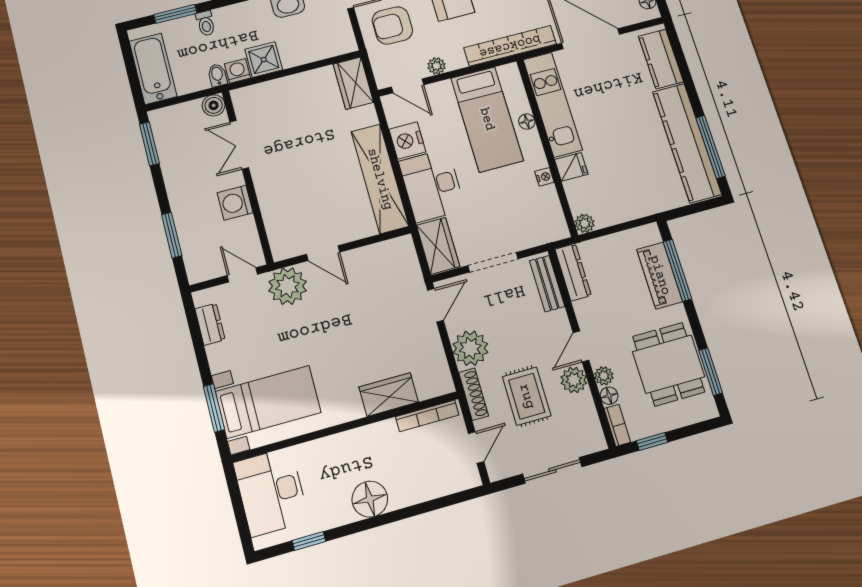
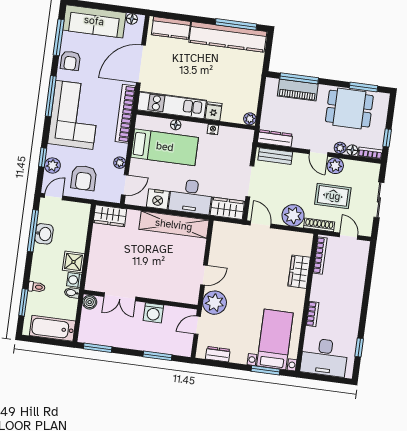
bookcase: (332, 443) -> (312, 314), added
floor lamp: (370, 499) -> (351, 306), removed

